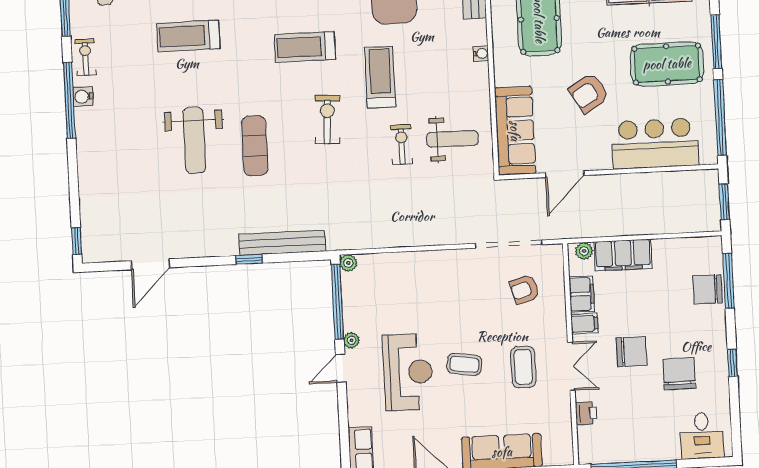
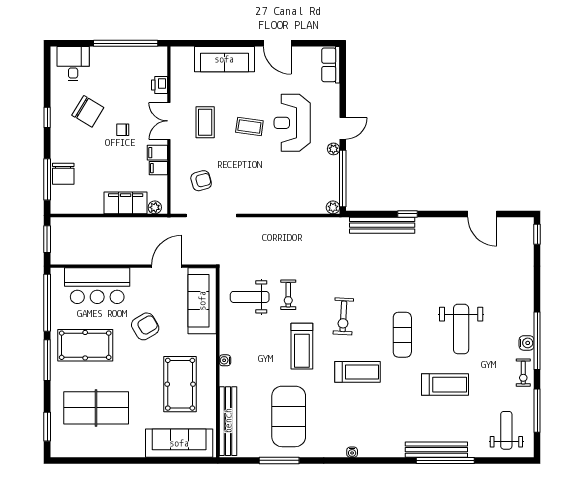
weight bench: (194, 140) -> (461, 329), moved, turned 180
exercise mat: (255, 146) -> (402, 335), moved
door: (150, 264) -> (482, 214), swing flipped
chair: (707, 289) -> (63, 174), turned 90
filing cabinet: (582, 294) -> (158, 168), width x0.50
chair: (632, 352) -> (123, 130), width x0.54, depth x0.54
chair: (679, 374) -> (88, 111), turned -59

